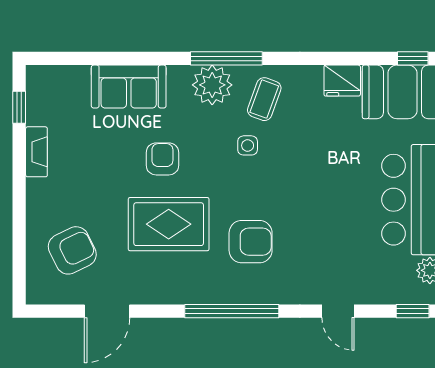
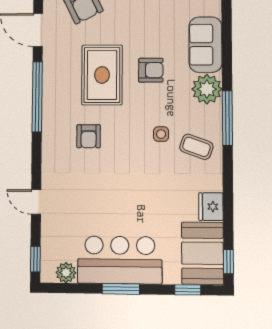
plant: (212, 85) -> (207, 89), moved
armchair: (251, 242) -> (89, 136), width x0.72, depth x0.72
window: (232, 311) -> (37, 97), moved
door: (338, 311) -> (36, 202), hinge flipped

